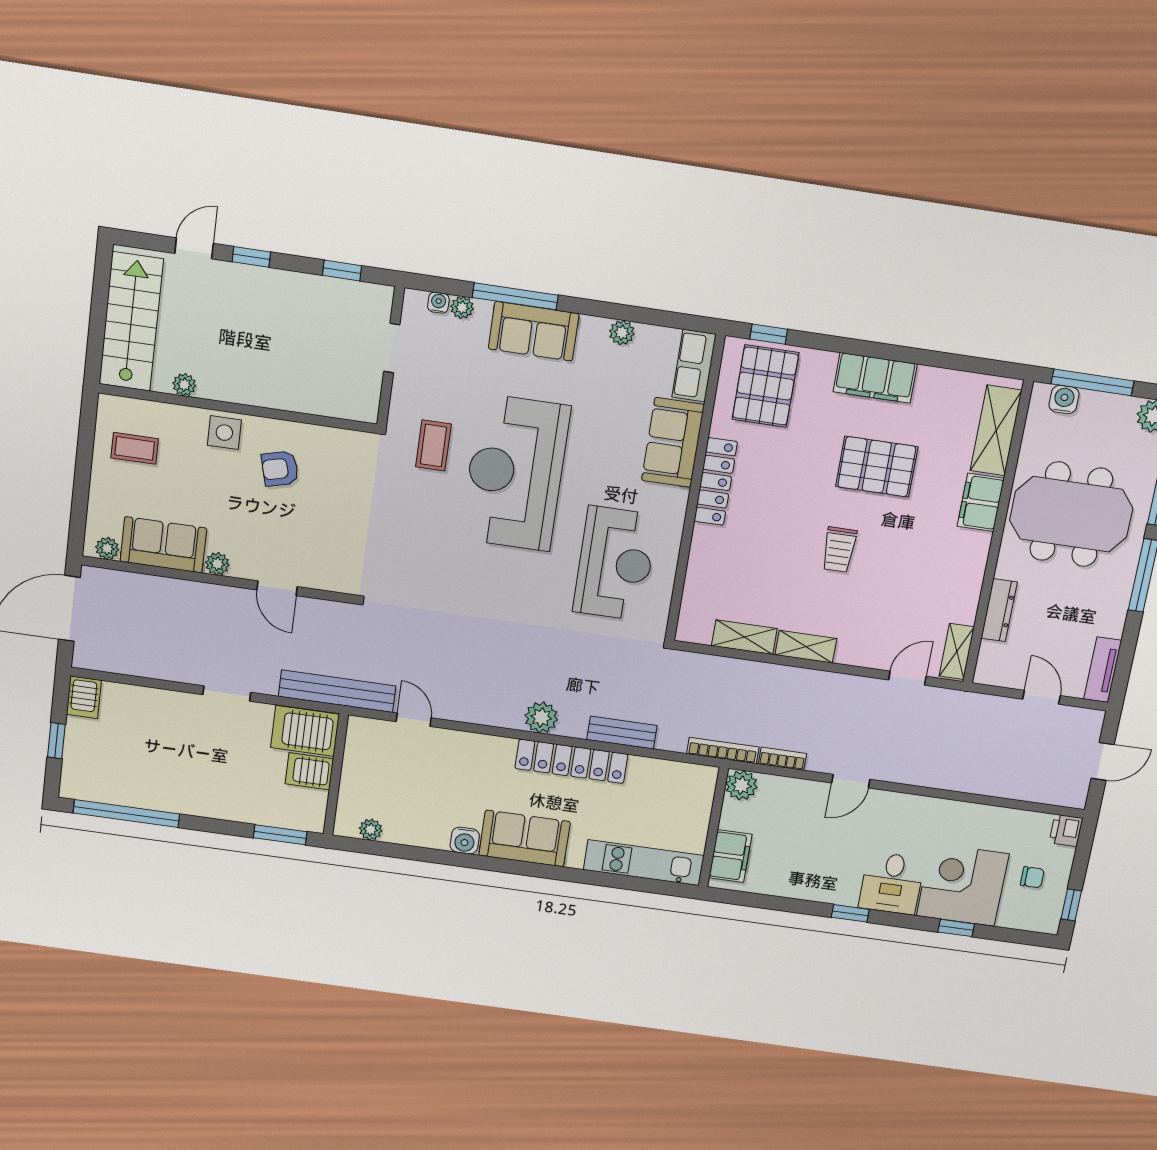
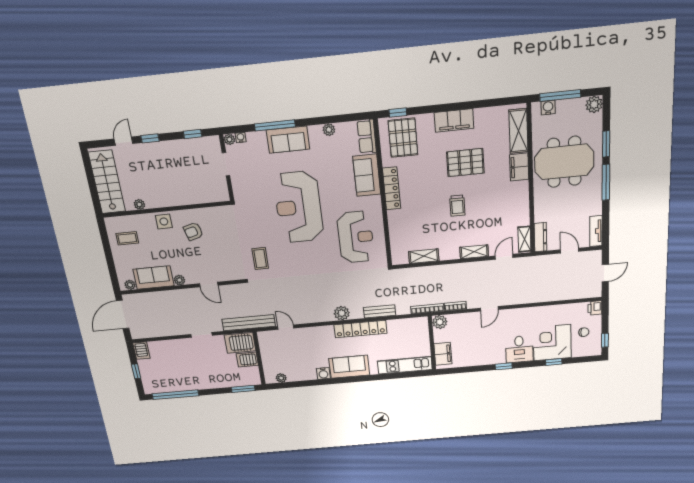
plant: (462, 308) -> (229, 139), moved
coffee table: (433, 445) -> (260, 259), moved
dresser: (999, 610) -> (541, 237), moved
shelving: (806, 647) -> (474, 252), moved

